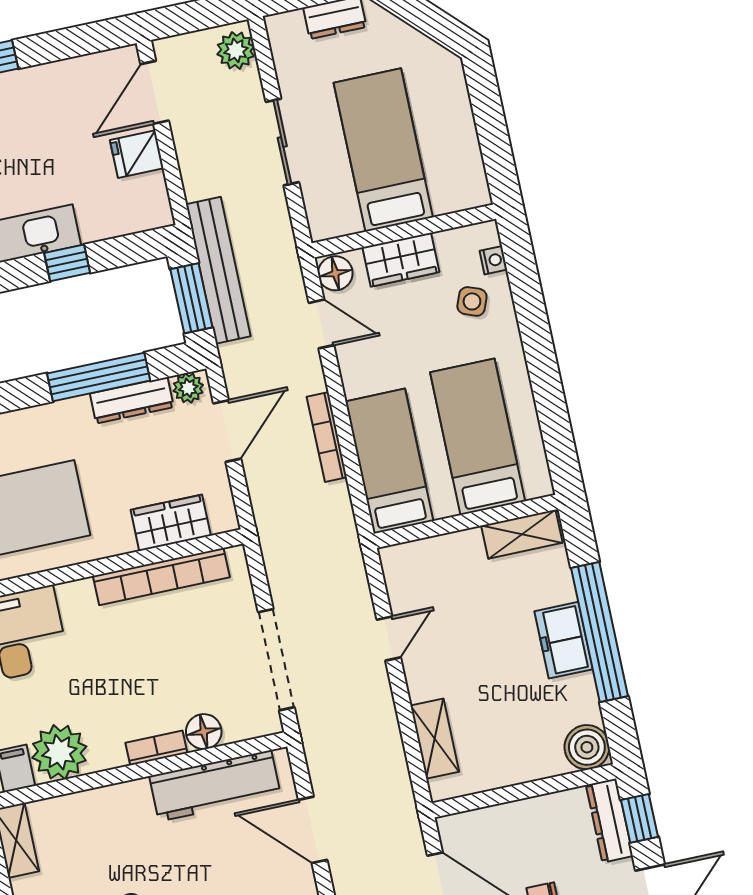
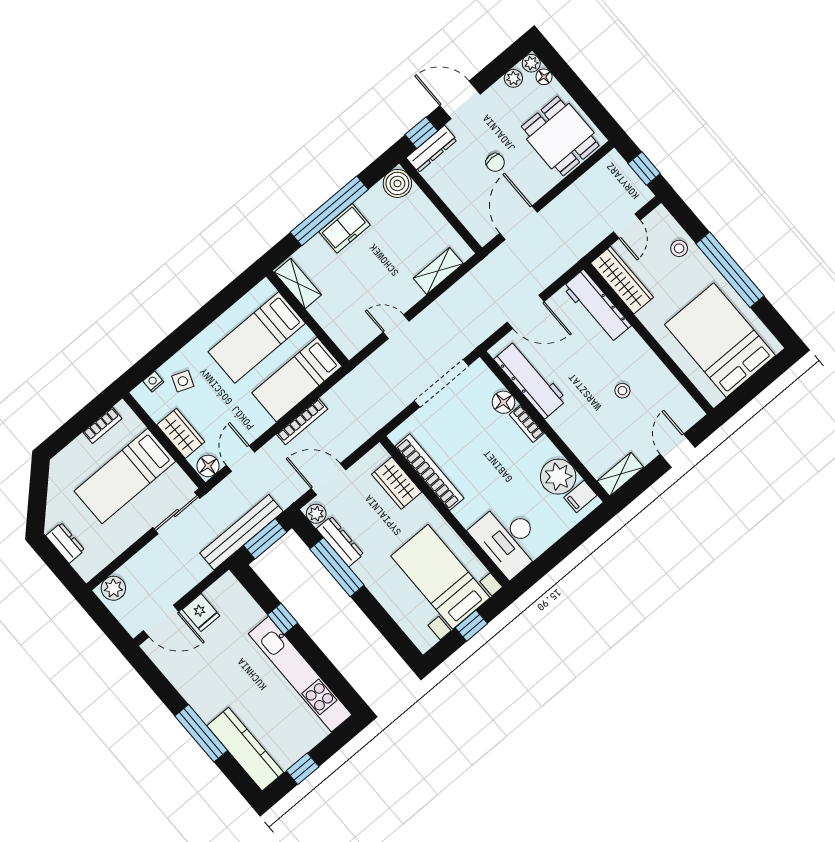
sliding door: (282, 142) -> (176, 513), moved
bookcase: (471, 157) -> (102, 425), added
door: (313, 830) -> (526, 312), hinge flipped

